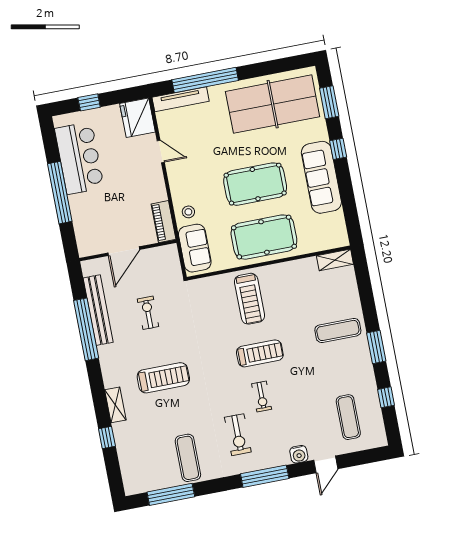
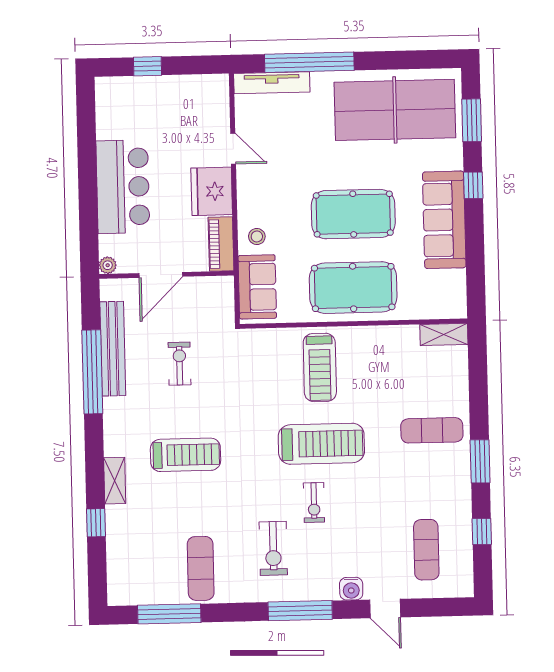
fridge: (137, 118) -> (212, 191), moved
bar counter: (79, 158) -> (123, 187), moved
window: (60, 193) -> (88, 181), removed
plant: (84, 251) -> (108, 265), added
treadmill: (260, 353) -> (321, 444), width x1.37, depth x1.38
door: (326, 464) -> (385, 609), hinge flipped

